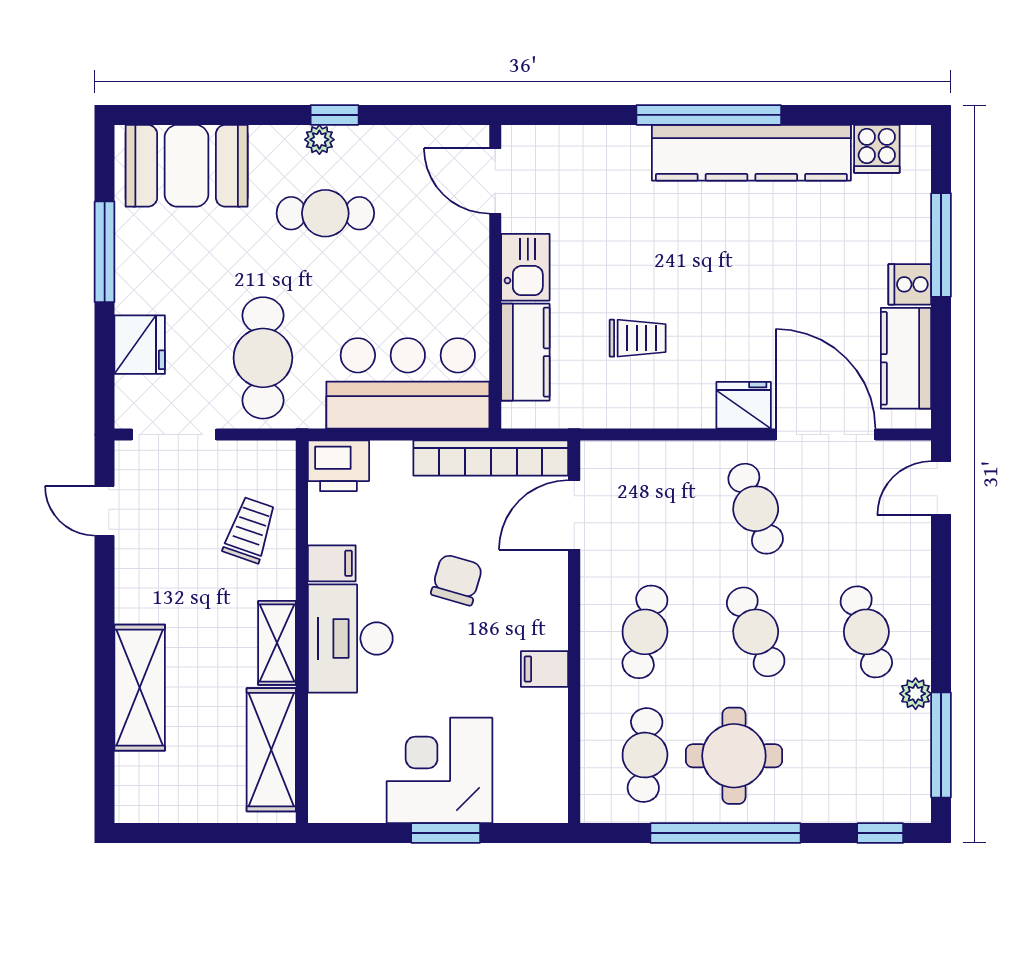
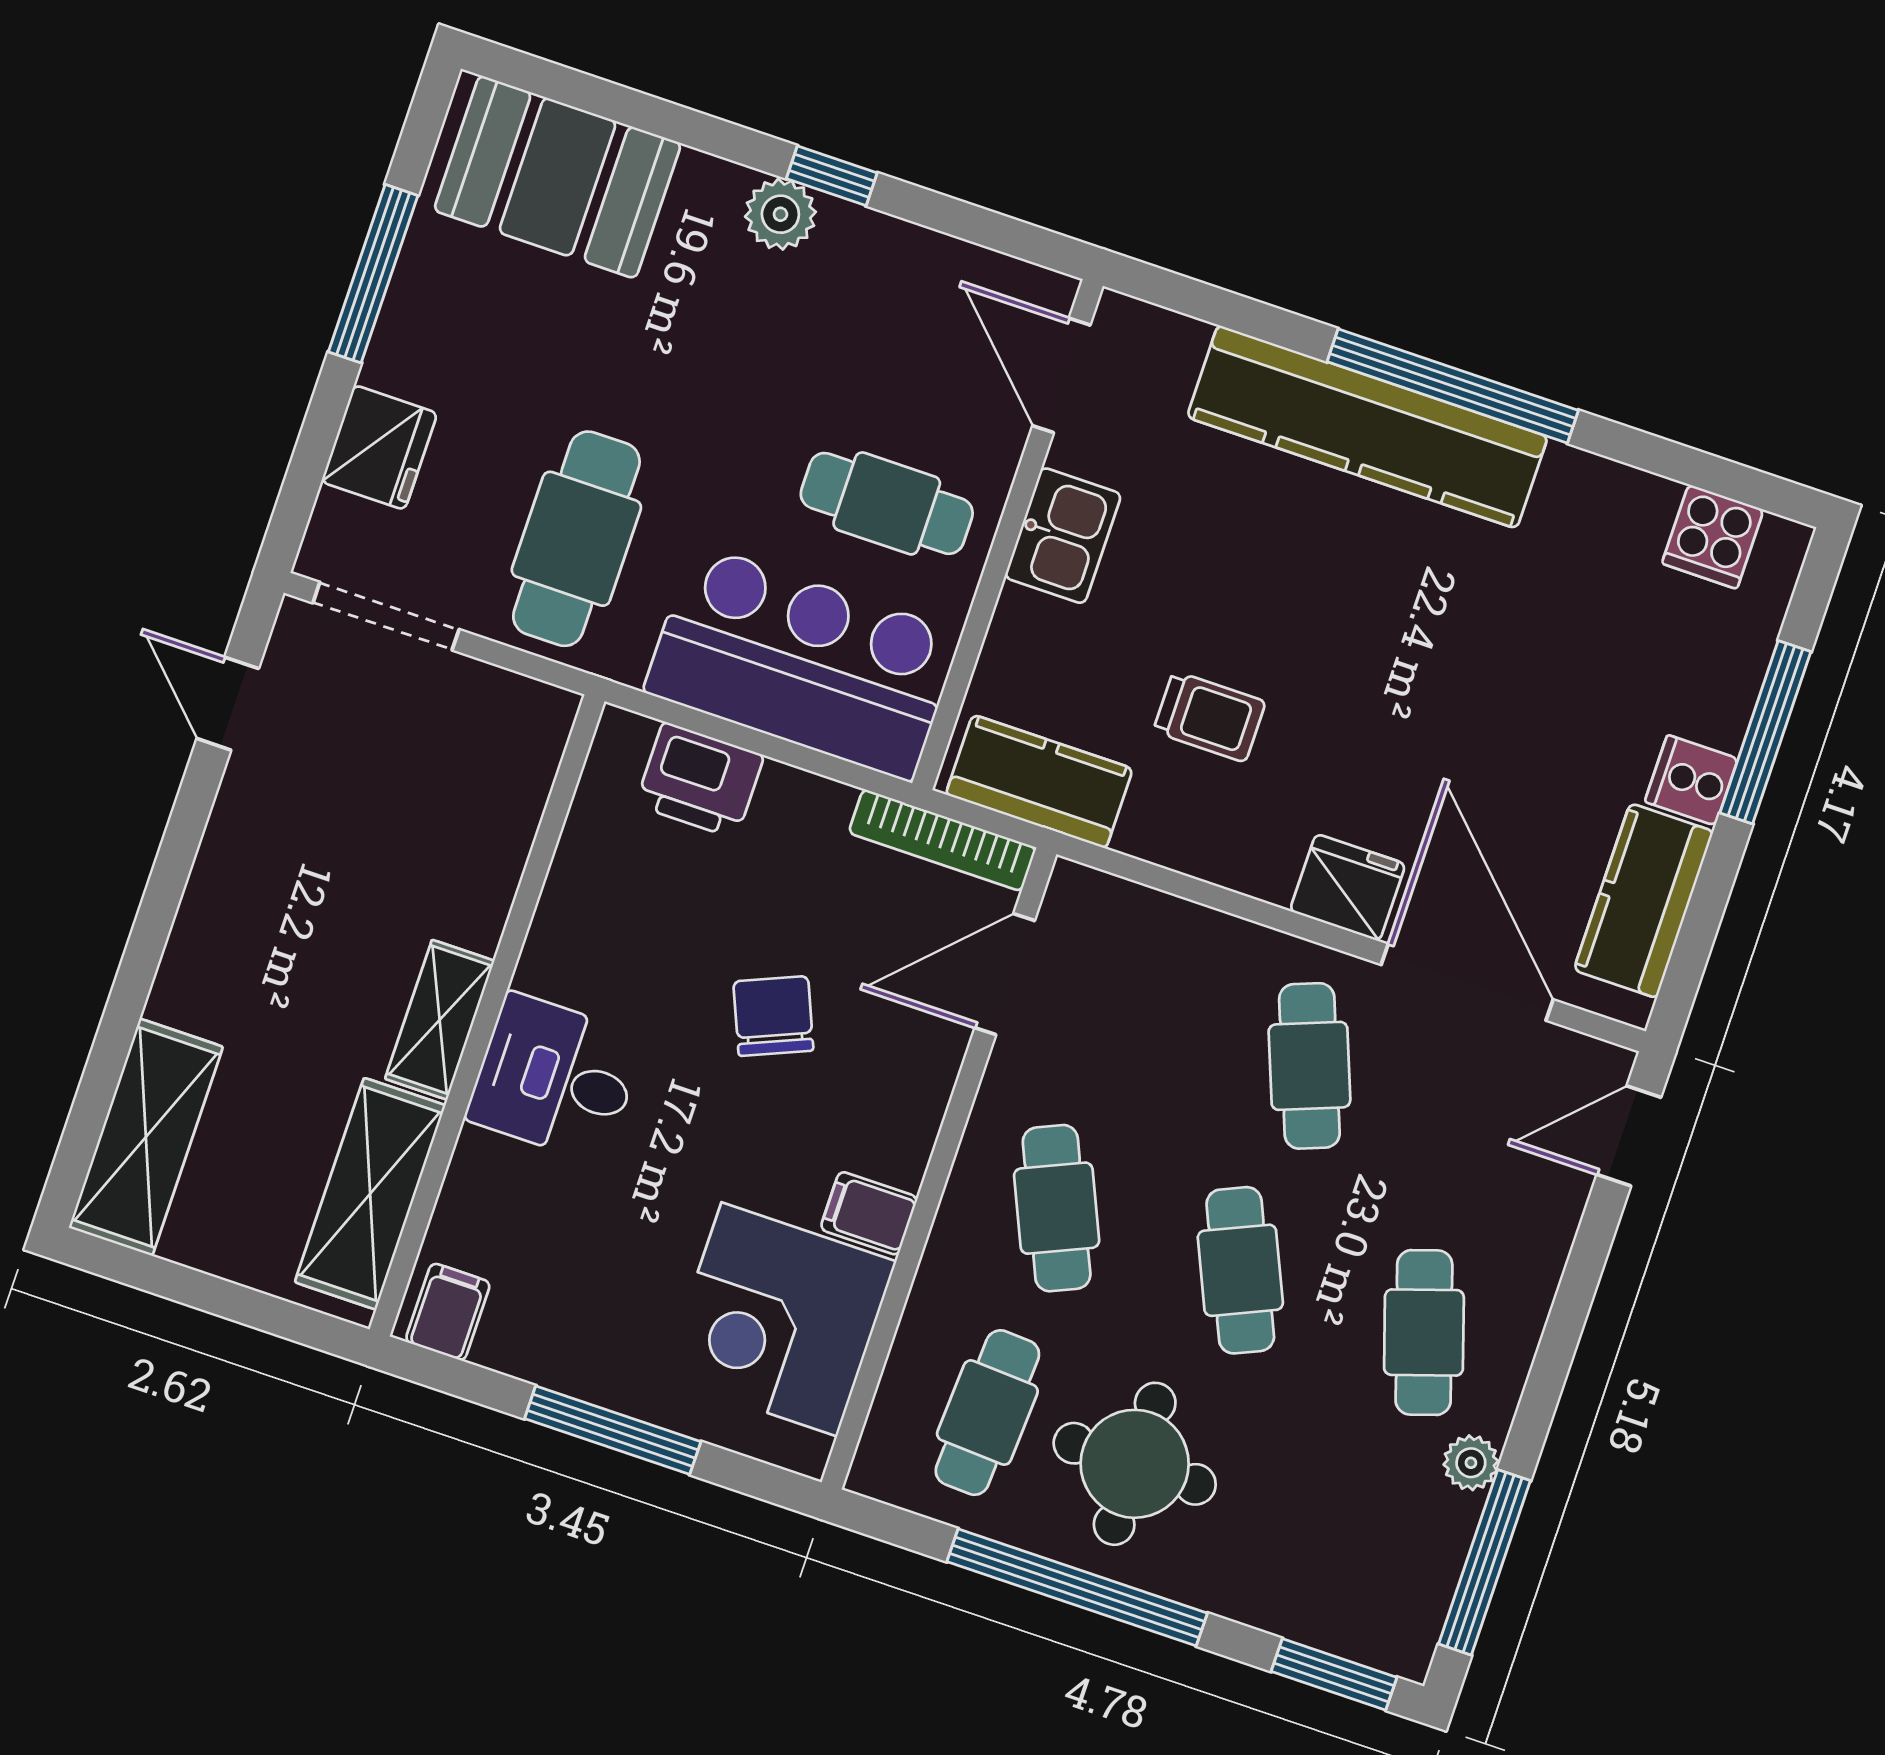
plant: (319, 140) -> (780, 214), width x1.38, depth x1.38
kitchen counter: (751, 153) -> (1367, 427), moved
cafe table: (325, 213) -> (887, 503), moved
kitchen counter: (525, 352) -> (1039, 782), moved, turned -90
bookcase: (491, 458) -> (942, 840), width x0.68, depth x0.76
printer: (338, 466) -> (700, 780), moved
trolley: (250, 530) -> (458, 817), removed
filing cabinet: (332, 563) -> (448, 1312), moved, turned -90
chair: (457, 580) -> (773, 1016), turned -39
cafe table: (645, 632) -> (1057, 1208), turned -36
desk: (350, 638) -> (555, 1078), width x0.73
shelving: (140, 688) -> (146, 1137), moved
corner desk: (439, 770) -> (779, 1319), moved, turned -90
window: (446, 833) -> (613, 1430), width x1.44
window: (880, 833) -> (1334, 1674), width x1.50

